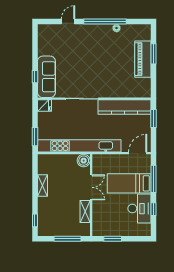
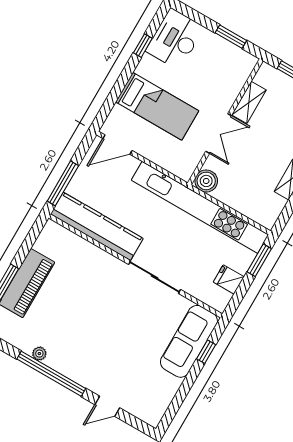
fridge: (44, 105) -> (229, 279), moved
window: (153, 119) -> (63, 183), width x1.44
window: (153, 179) -> (116, 92), removed
double door: (91, 187) -> (219, 134), swing flipped
desk: (139, 209) -> (175, 39), moved

